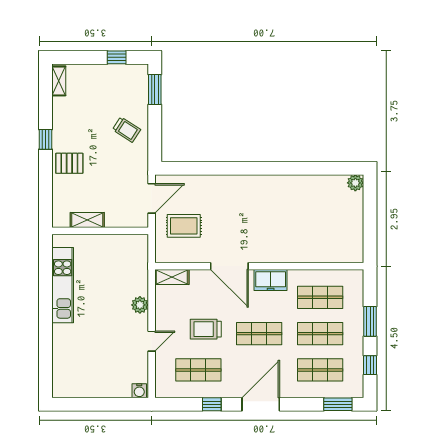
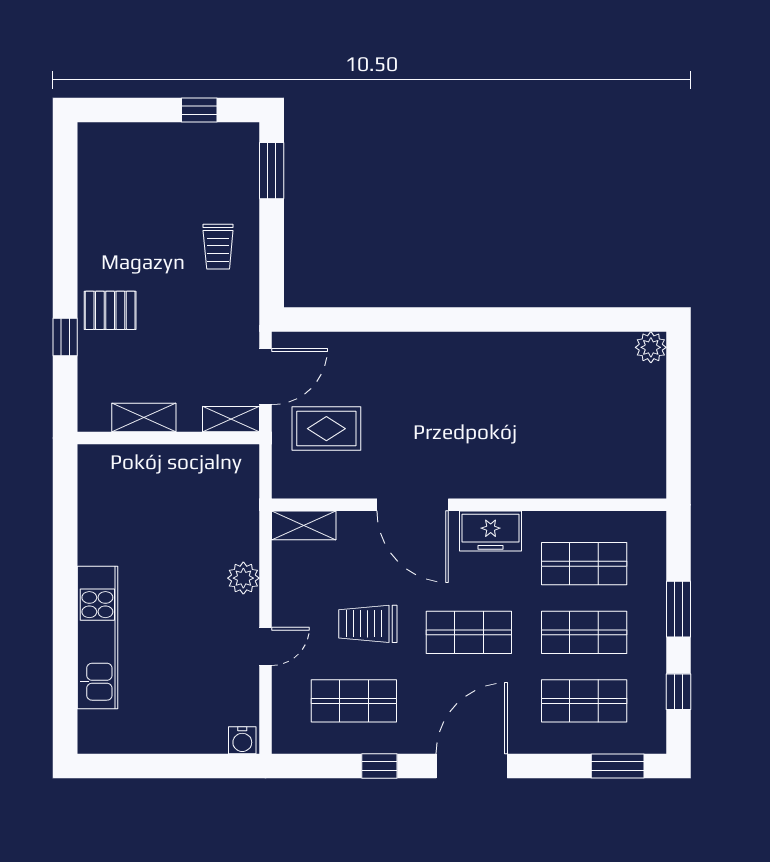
shelving: (59, 81) -> (231, 419), moved, turned 90
trolley: (126, 130) -> (218, 247), turned 57
window: (46, 139) -> (65, 337), moved
kitchen unit: (63, 285) -> (97, 637), moved

